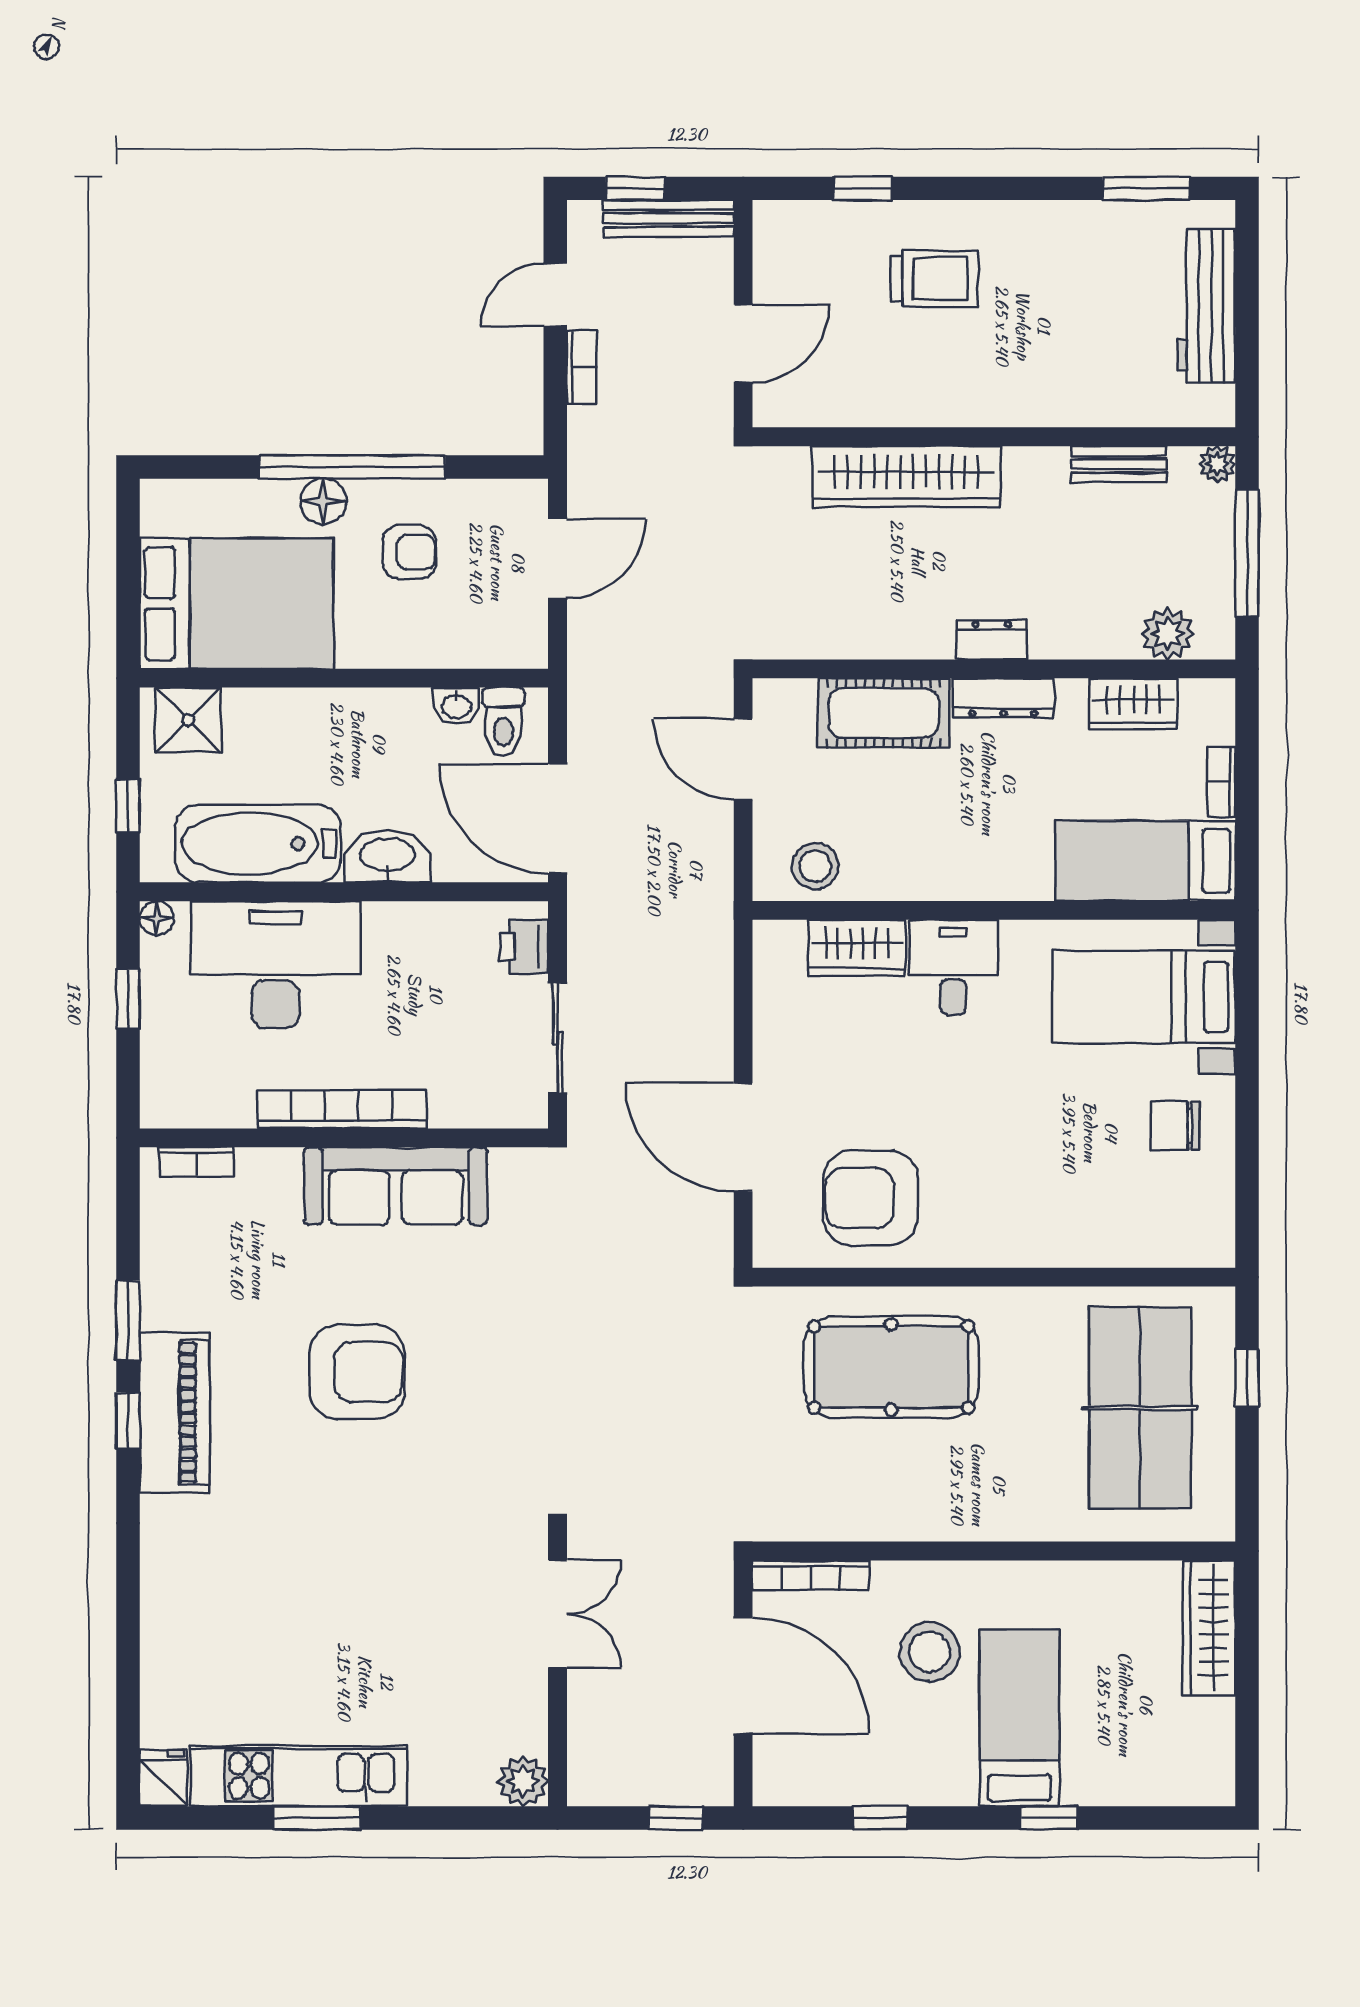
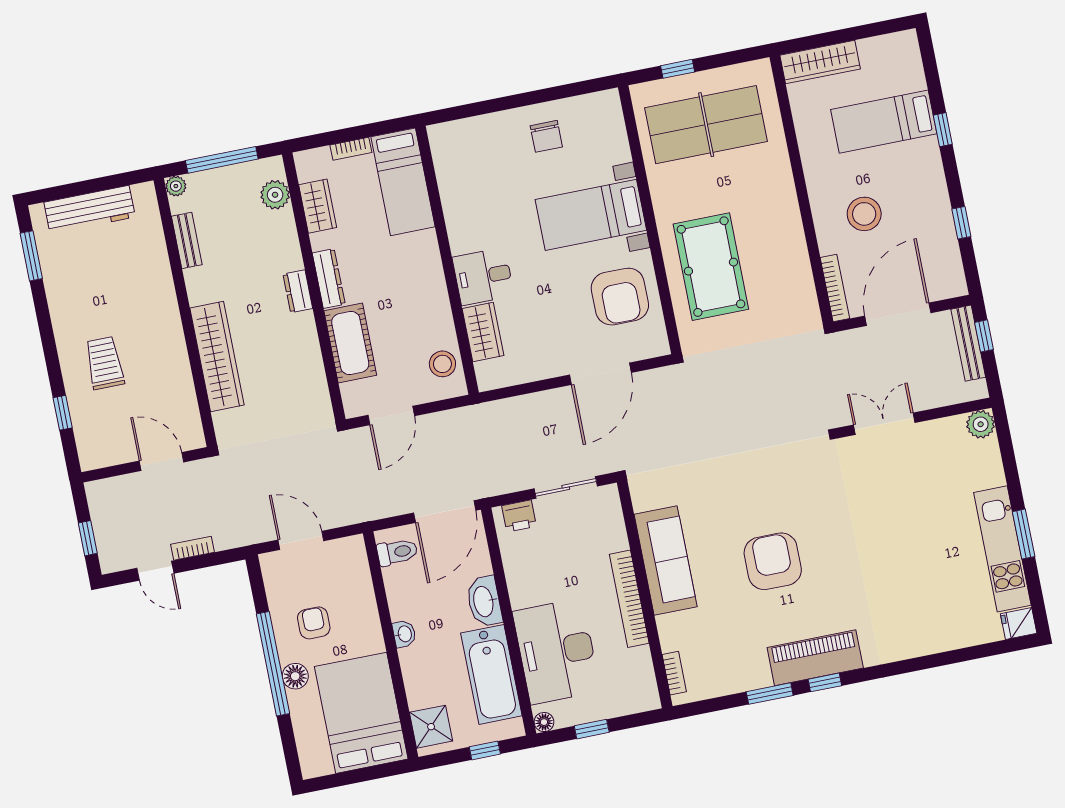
bench: (668, 218) -> (968, 343), moved
washbasin: (456, 706) -> (404, 634), moved
bed with nightstands: (1144, 997) -> (591, 215), moved, turned 90
bed: (1019, 1718) -> (884, 122), moved

